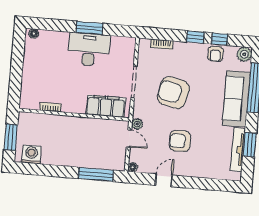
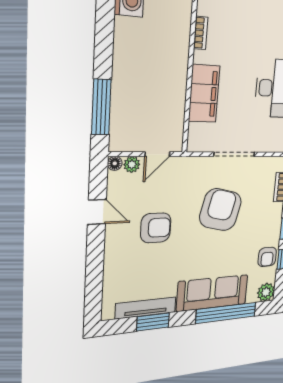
armchair: (215, 54) -> (267, 257), turned -90
filing cabinet: (106, 106) -> (204, 94), moved
plant: (137, 124) -> (132, 164), moved
armchair: (180, 141) -> (156, 228), turned 90

